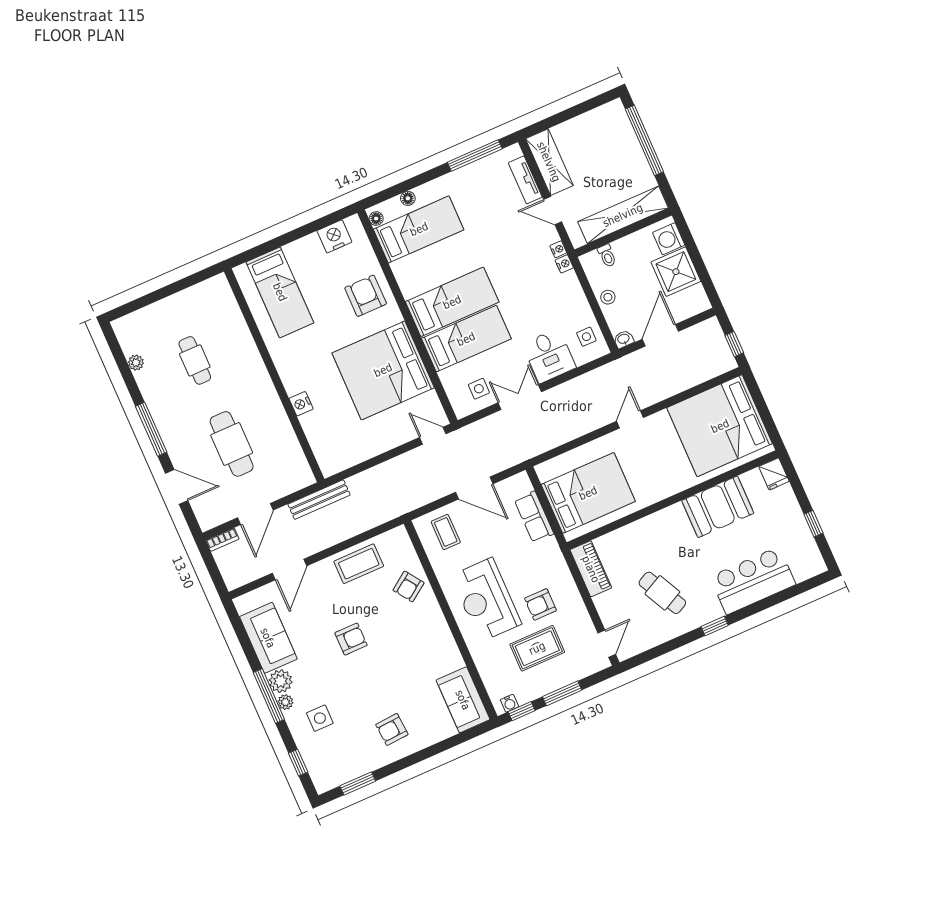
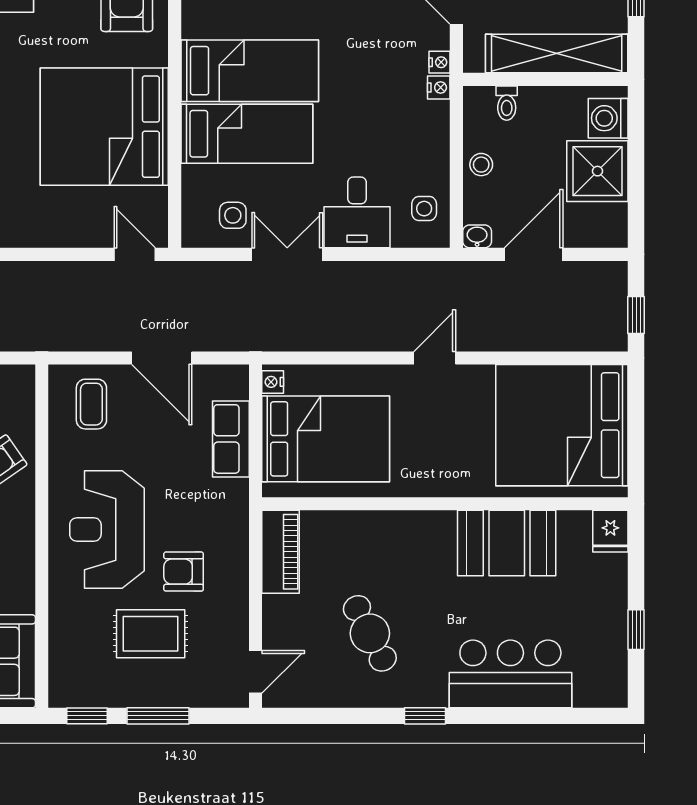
nightstand: (544, 474) -> (273, 382), added
water cooler: (509, 703) -> (74, 696), removed

